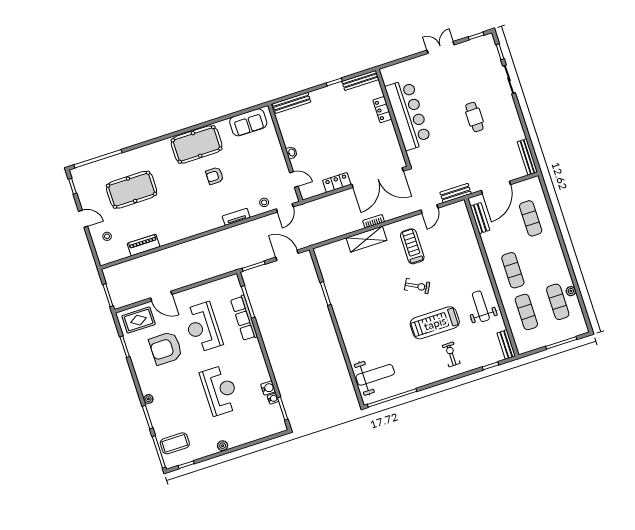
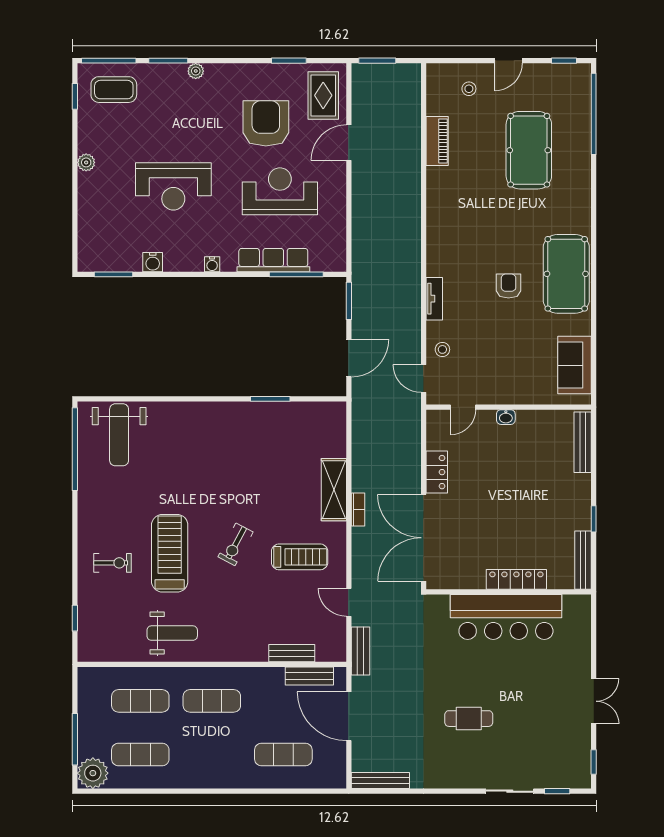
locker: (382, 110) -> (516, 579), width x1.53
plant: (571, 291) -> (93, 773), moved, width x1.88, depth x1.88
bench: (506, 344) -> (292, 653), moved
water cooler: (273, 399) -> (212, 264), moved
coffee table: (175, 443) -> (114, 90), turned 90

